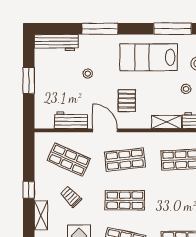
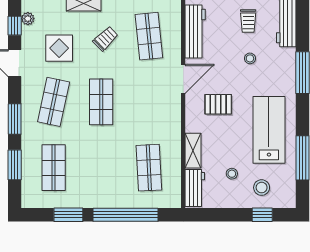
trolley: (56, 75) -> (248, 21), added
workbench: (71, 120) -> (195, 32), width x1.38
shop shelf: (69, 160) -> (149, 36), turned -30
shop shelf: (125, 160) -> (149, 102), removed

